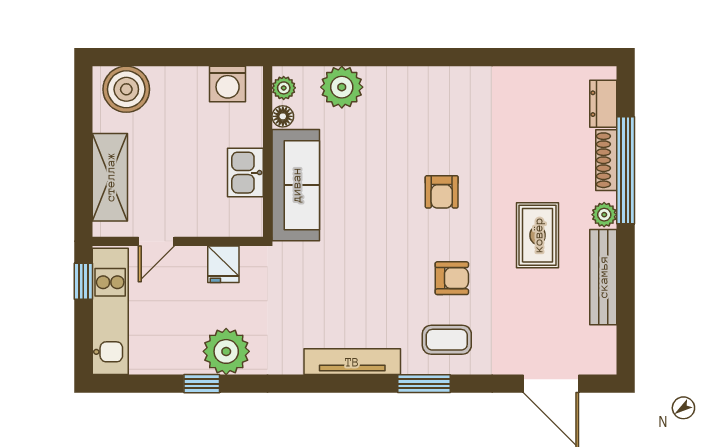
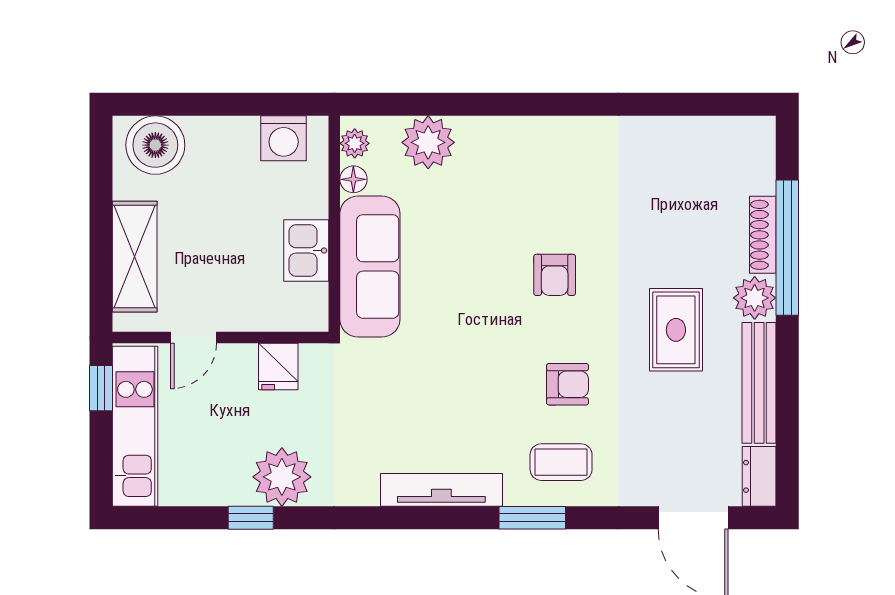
dresser: (603, 104) -> (759, 476), moved
plant: (604, 215) -> (755, 298), width x1.38, depth x1.38

